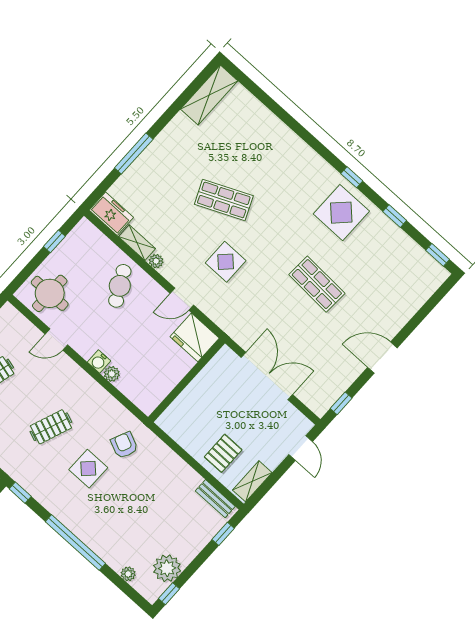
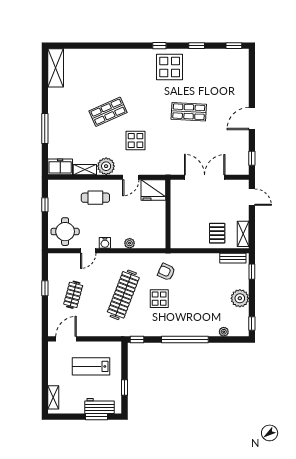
plant: (156, 261) -> (106, 166), width x1.88, depth x1.88
cafe table: (120, 286) -> (95, 198), turned -62
water cooler: (99, 362) -> (105, 243), moved
clothes rail: (51, 427) -> (123, 295), width x1.86, depth x1.31
plant: (167, 568) -> (240, 298), moved

